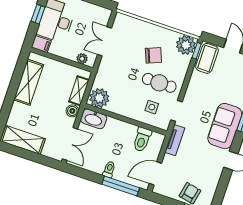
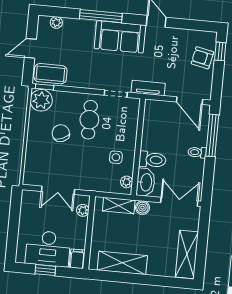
plant: (99, 98) -> (127, 182), width x0.53, depth x0.53
side table: (152, 107) -> (116, 157), moved
toilet: (142, 139) -> (152, 160), moved

